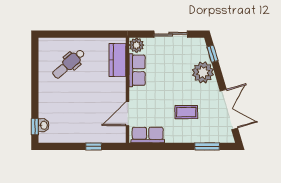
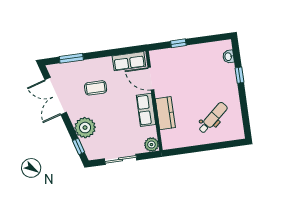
kitchen counter: (117, 60) -> (165, 113), moved
row of seats: (137, 70) -> (146, 110), moved
door: (127, 114) -> (151, 79), swing flipped
window: (35, 127) -> (239, 75), moved

